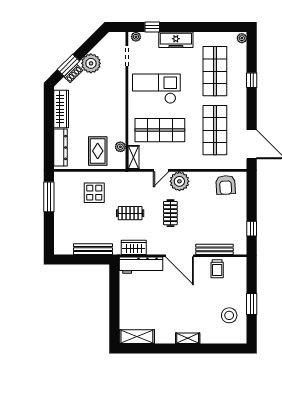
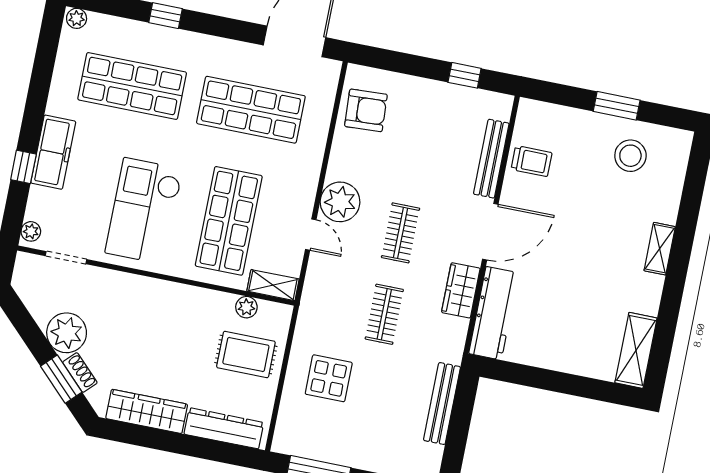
window: (152, 27) -> (23, 167), moved
clothes rail: (170, 213) -> (401, 233), turned 90
wardrobe: (134, 247) -> (461, 290), moved

